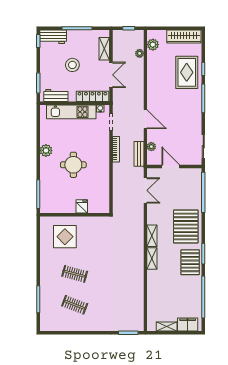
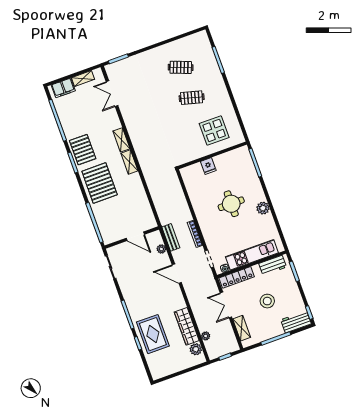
wardrobe: (184, 37) -> (187, 326), moved, turned -90
double door: (145, 190) -> (112, 94), moved

